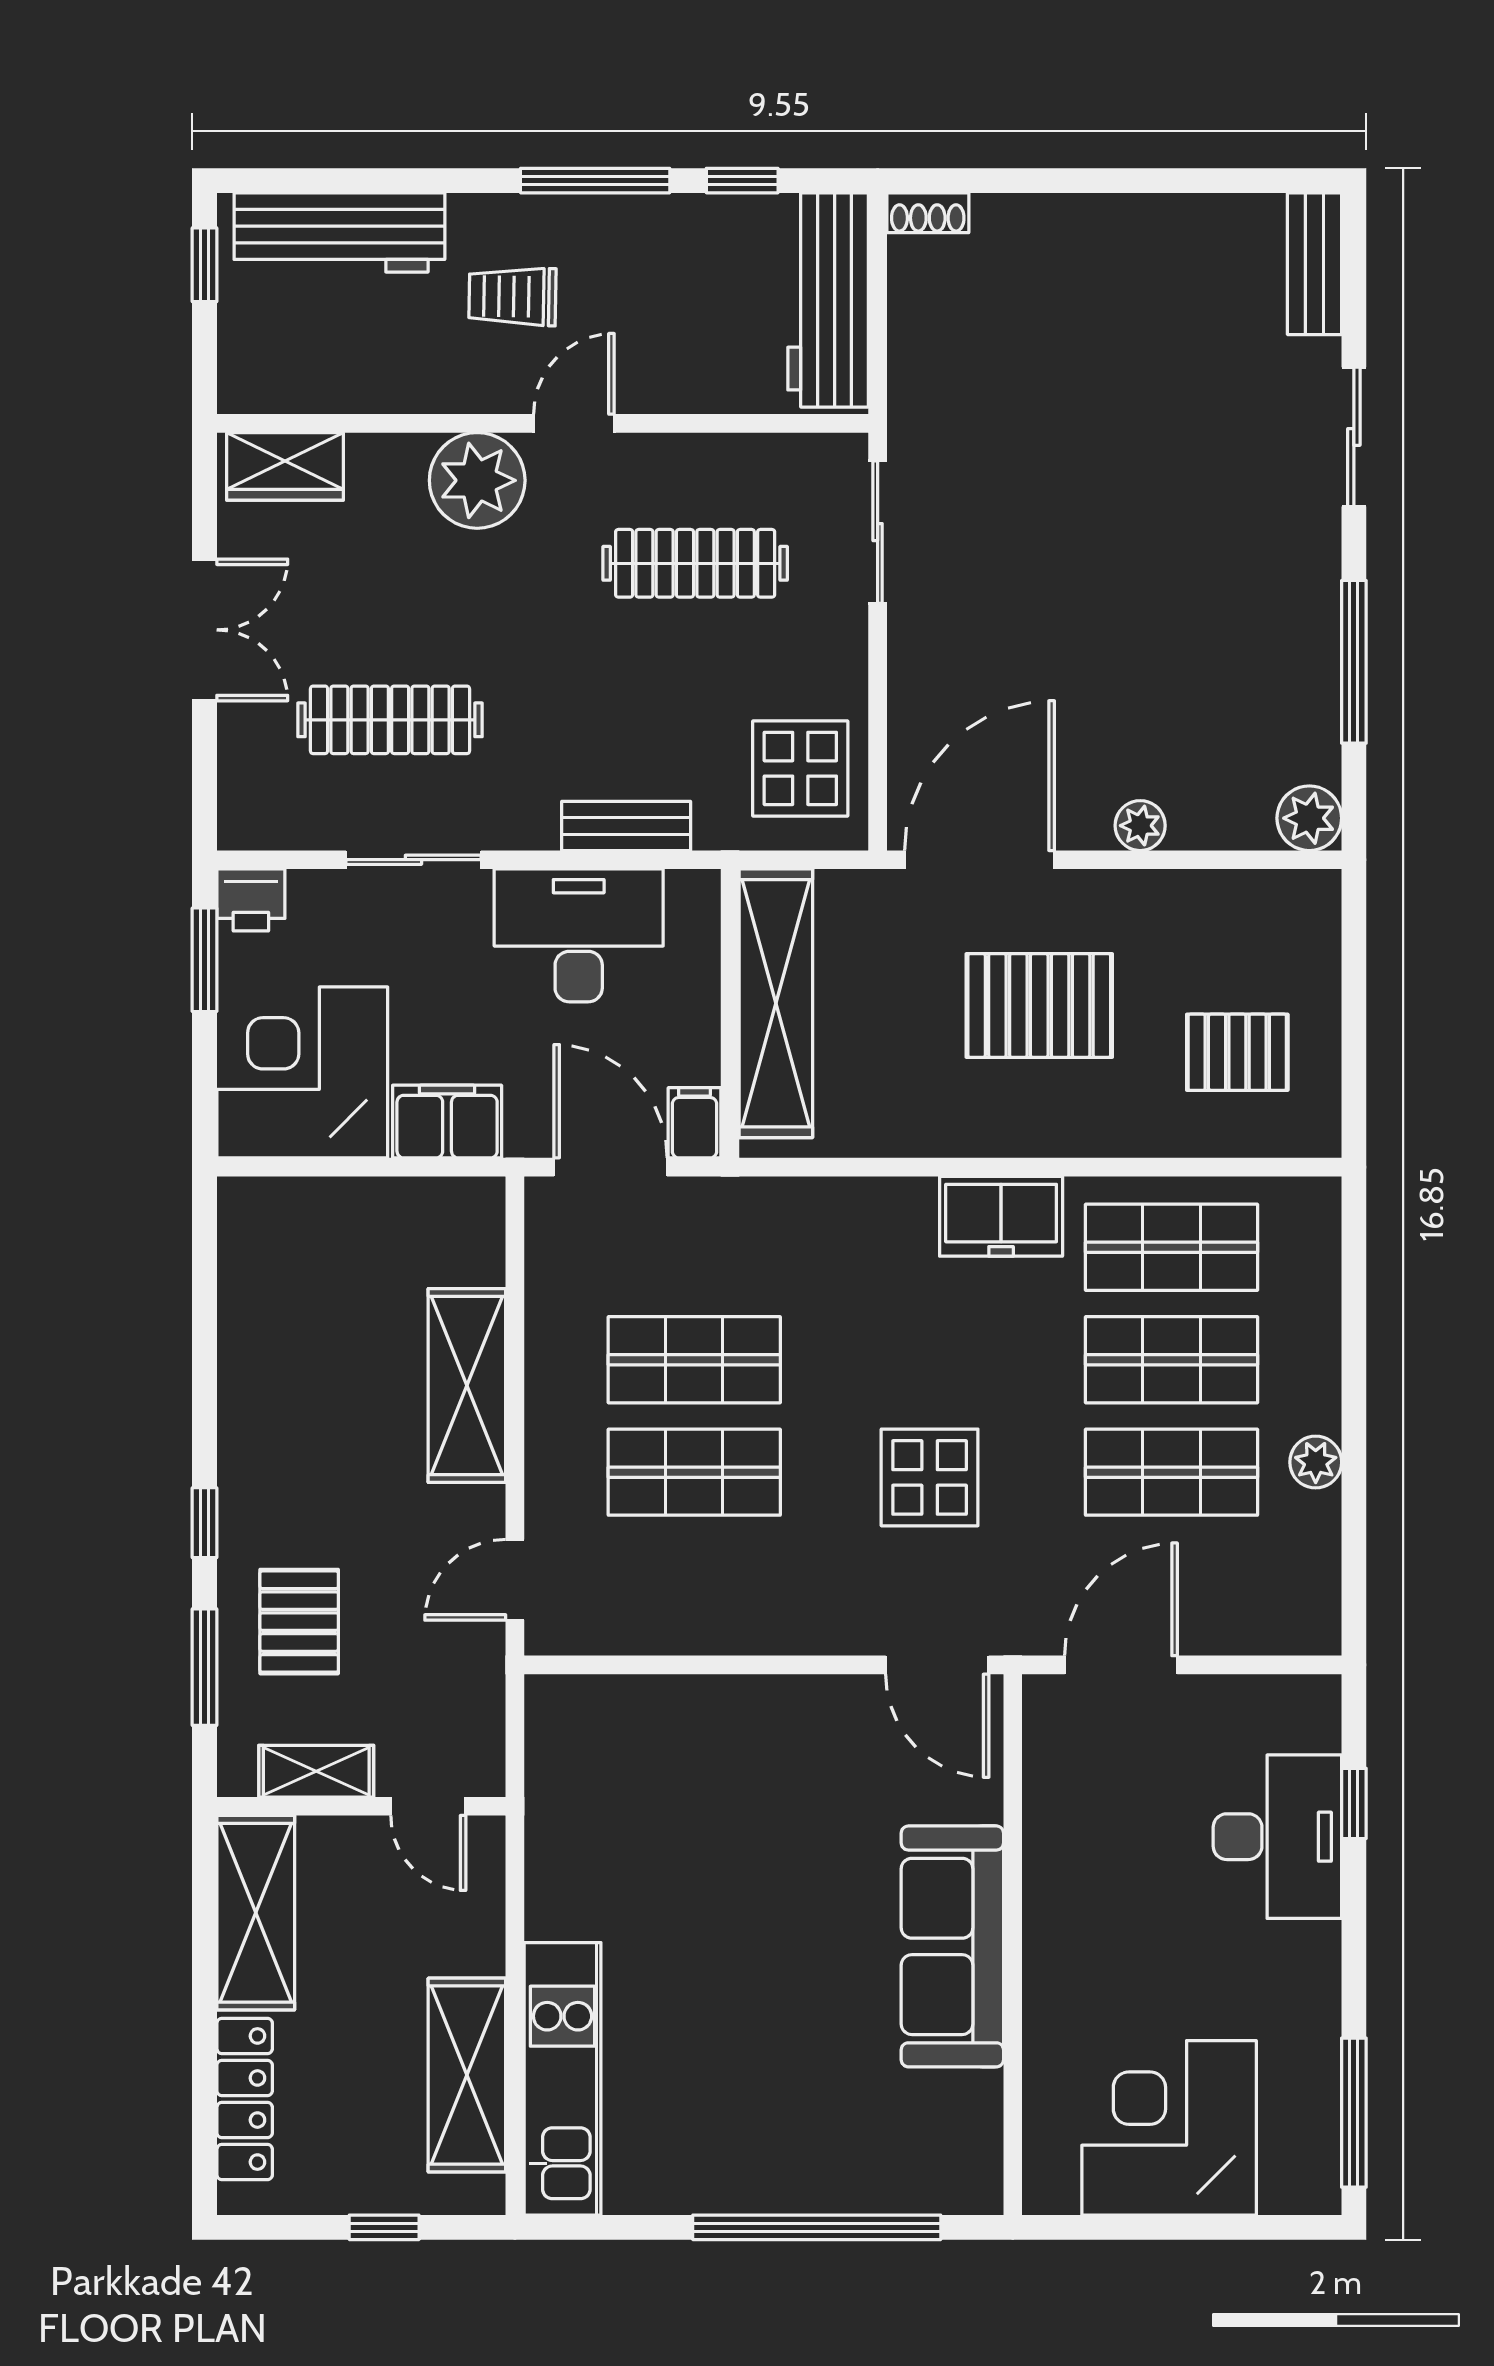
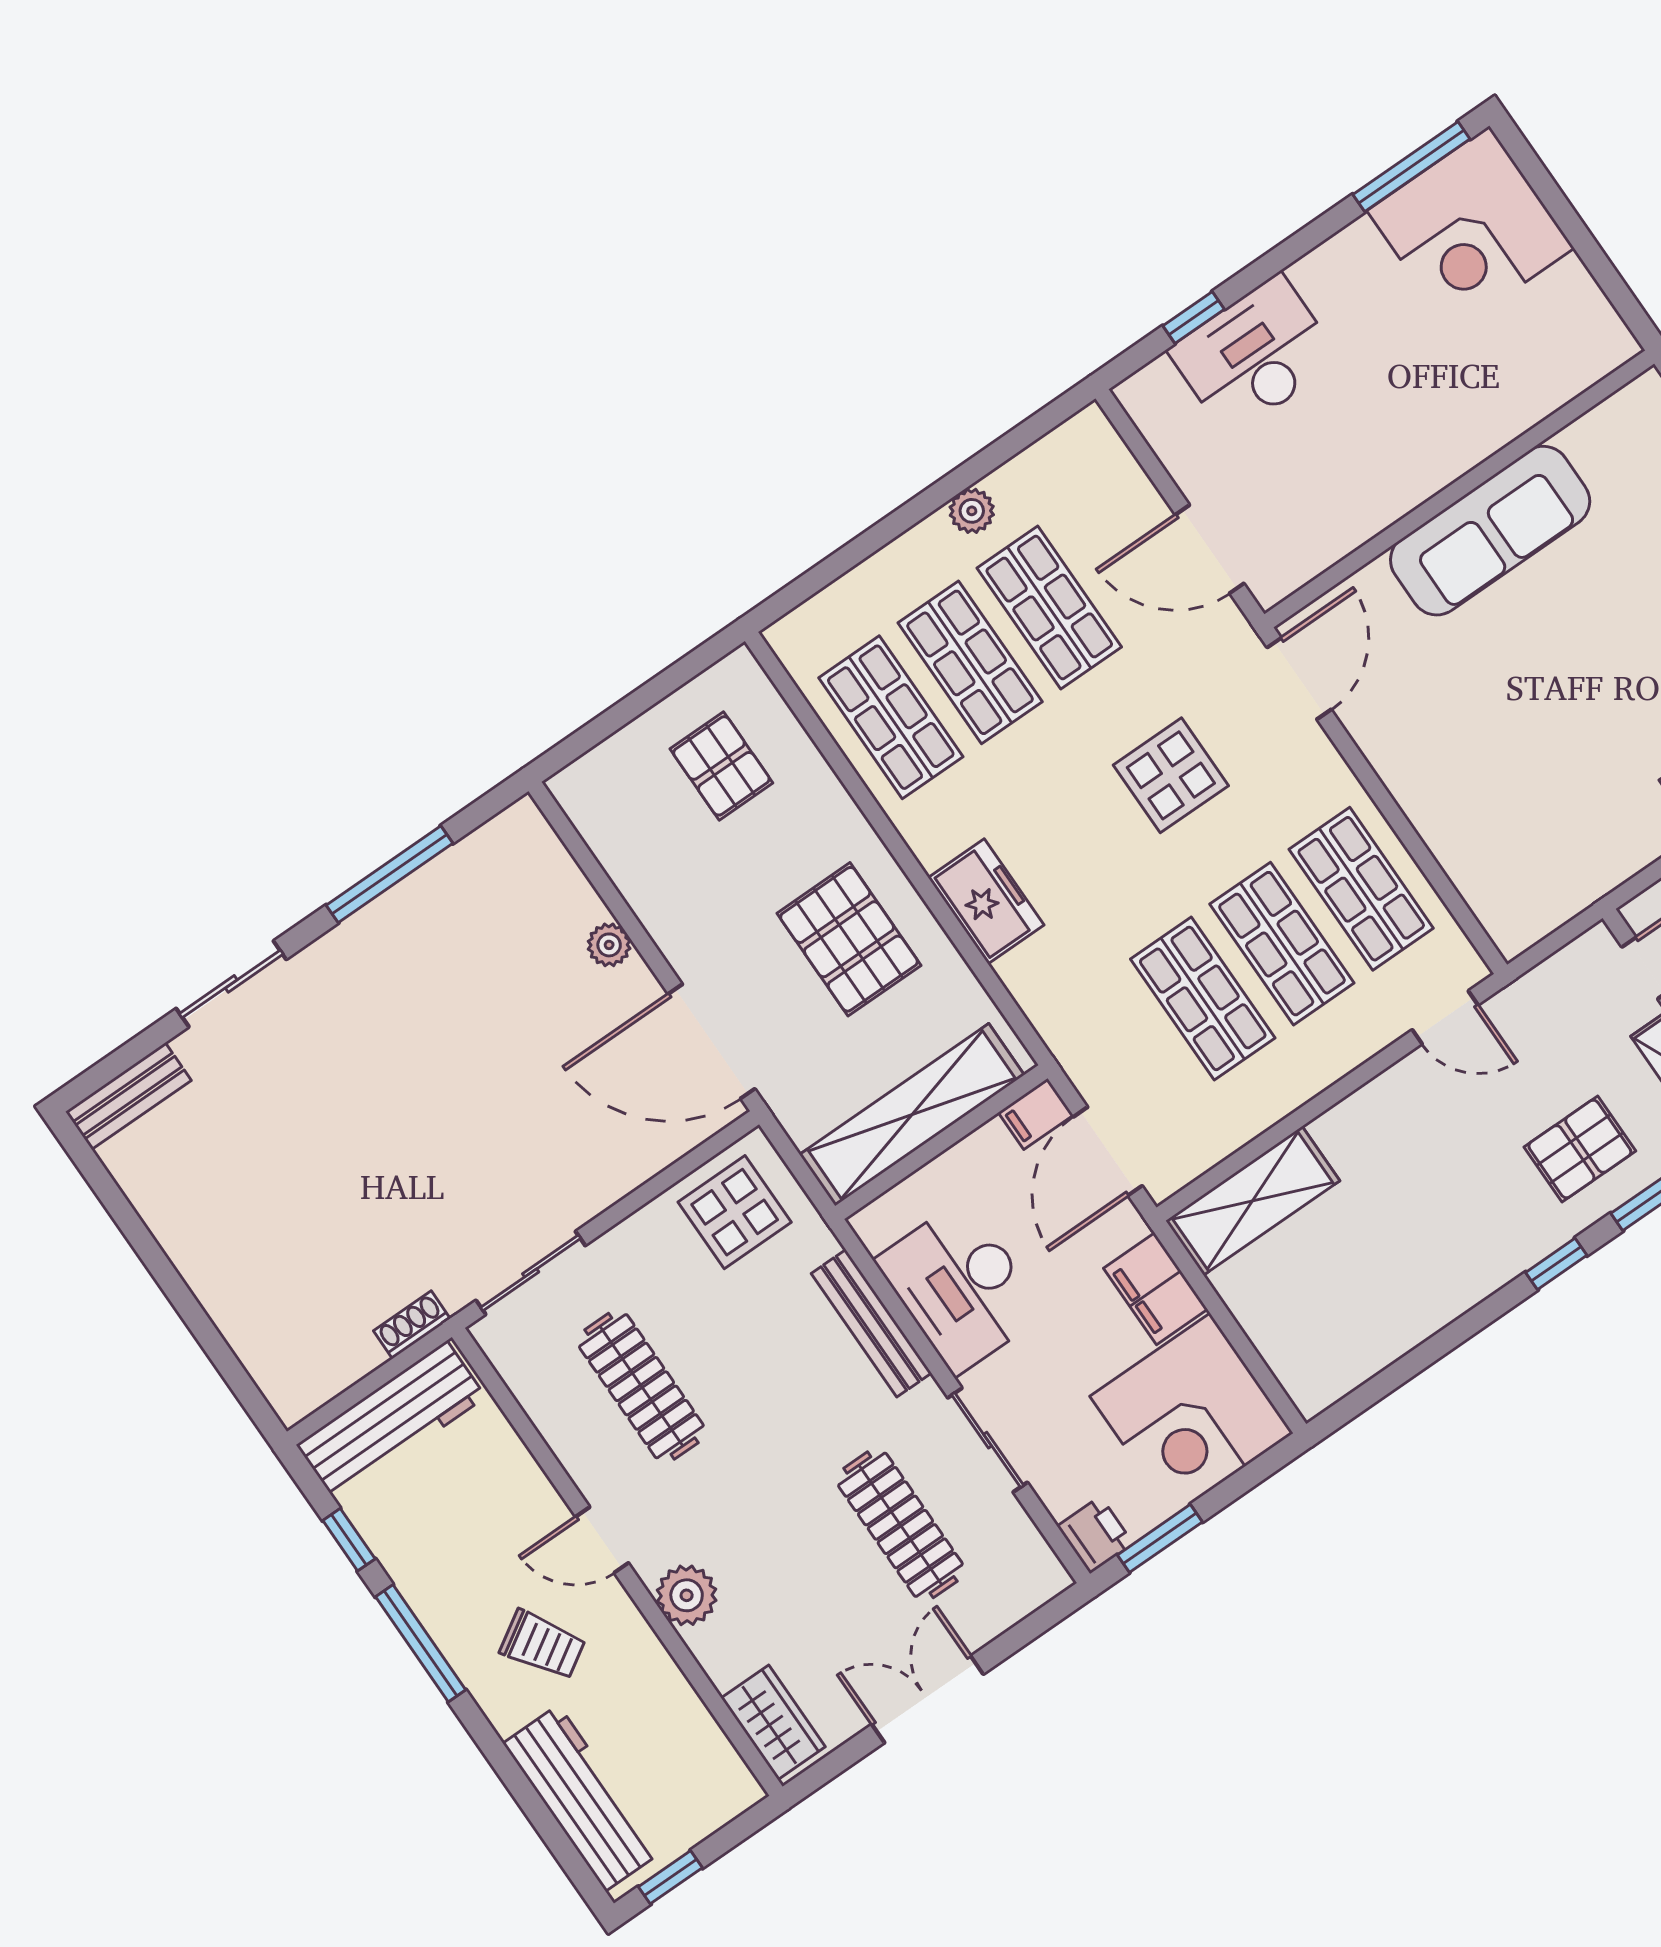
shoe rack: (928, 213) -> (412, 1325), moved, turned -90
trolley: (512, 297) -> (543, 1645), turned -33
plant: (477, 480) -> (687, 1595), width x0.73, depth x0.73
plant: (1309, 818) -> (521, 829), removed
bench: (626, 826) -> (871, 1323), width x1.36
pallet: (1039, 1005) -> (849, 939), moved
freezer: (1001, 1216) -> (986, 901), moved
shelving: (467, 1386) -> (1253, 1201), moved
shop shelf: (694, 1585) -> (1361, 889), added
corner desk: (1169, 2128) -> (1471, 229), moved

